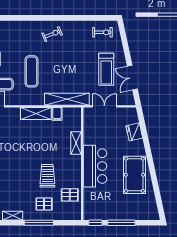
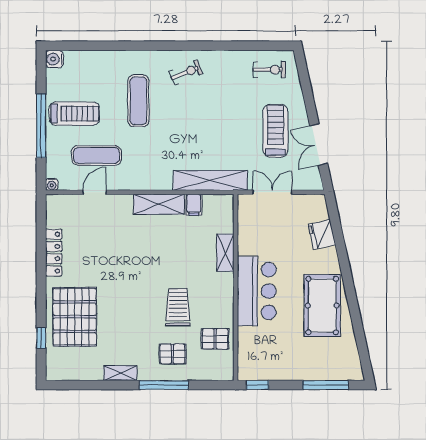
treadmill: (106, 69) -> (275, 131), turned 180
exercise mat: (31, 71) -> (138, 101), moved
window: (121, 223) -> (326, 385), moved

